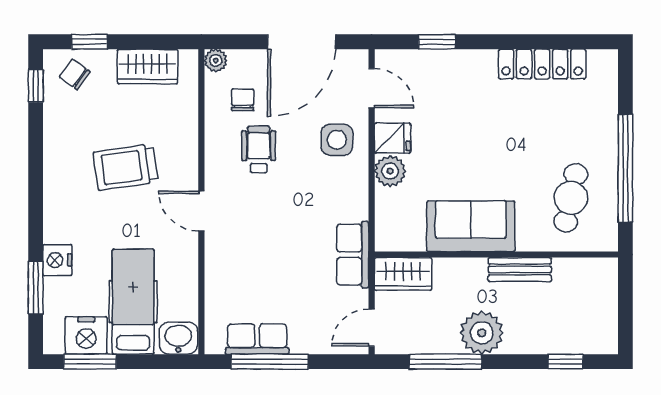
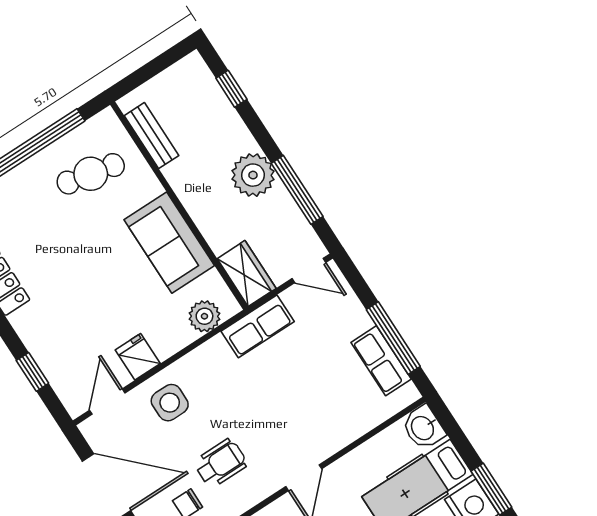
wheelchair: (259, 149) -> (221, 463), turned 180
plant: (390, 171) -> (204, 316), moved
bench: (520, 269) -> (152, 136), moved

